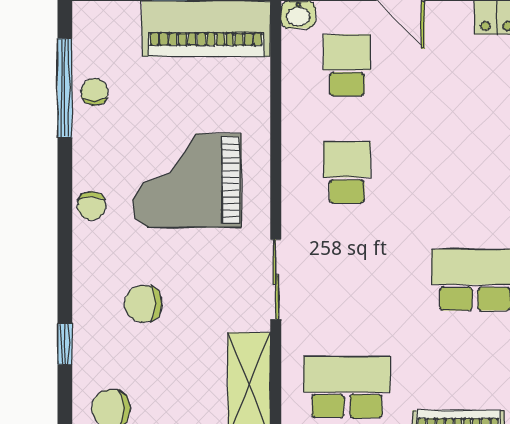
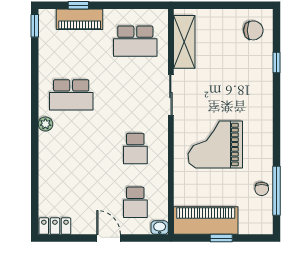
grand piano: (187, 181) -> (215, 145), turned 180
chair: (91, 206) -> (263, 132), removed
chair: (143, 304) -> (237, 83), removed

